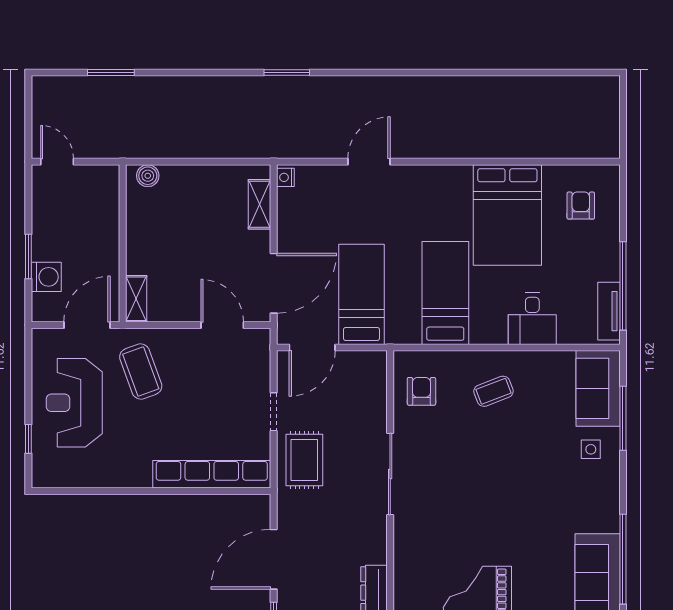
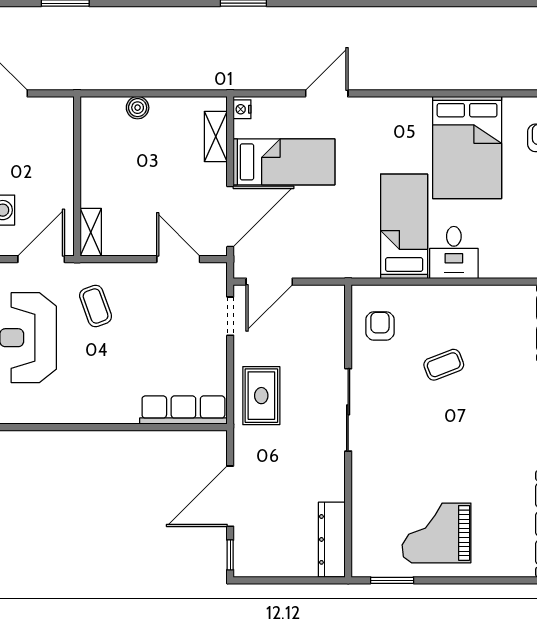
boiler: (148, 176) -> (138, 108), moved
bed: (361, 294) -> (284, 162), moved, turned 90
desk: (532, 319) -> (454, 253), moved
coffee table: (141, 372) -> (96, 306), width x0.73, depth x0.77
coffee table: (493, 391) -> (444, 365), moved
doorway: (274, 412) -> (230, 316), moved
row of seats: (212, 474) -> (183, 410), width x0.73

